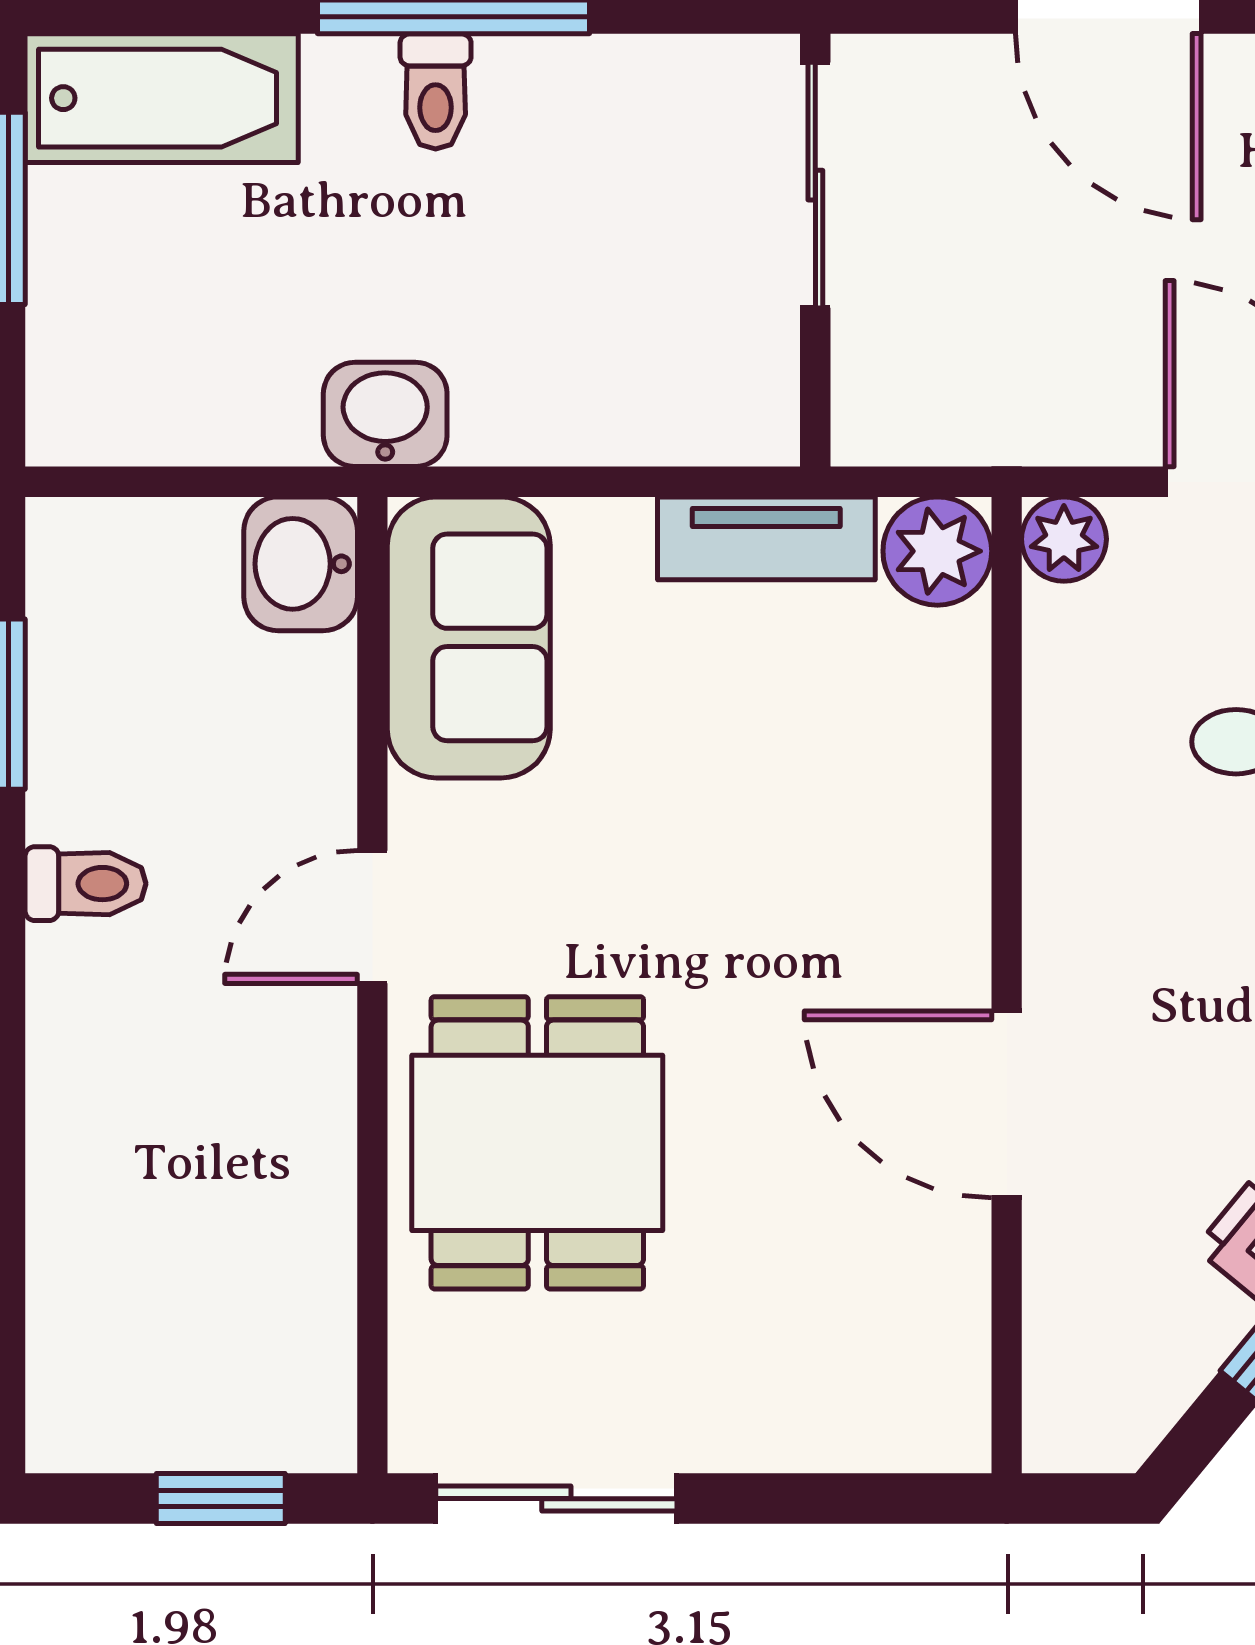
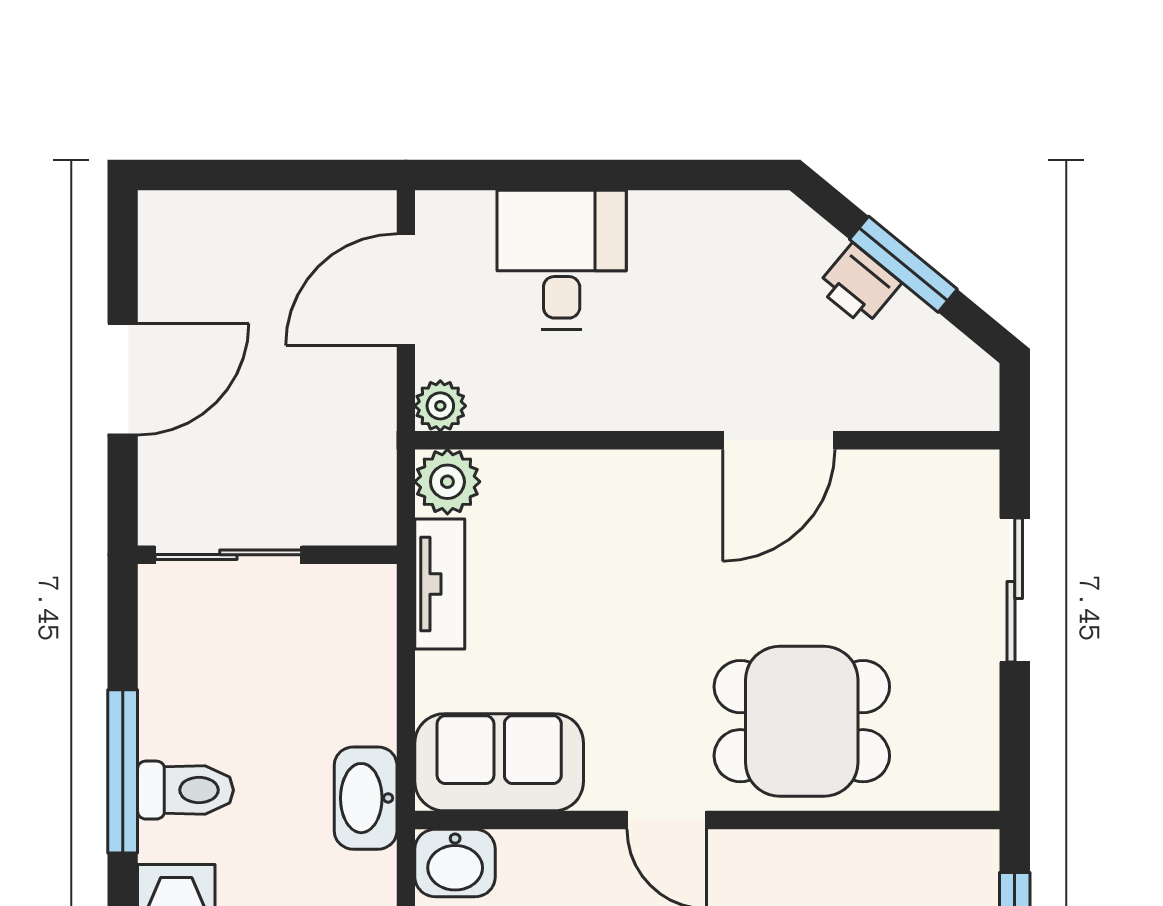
toilet: (436, 91) -> (186, 790), width x1.37, depth x1.39
washbasin: (385, 414) -> (366, 798), width x1.38
sliding door: (556, 1499) -> (1015, 590), moved

